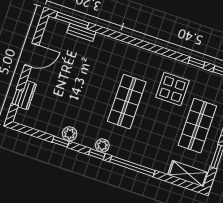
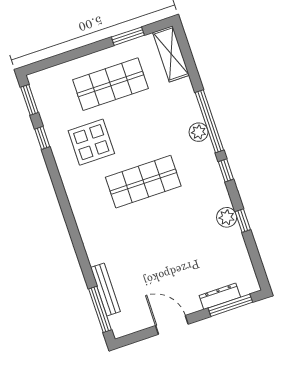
bench: (81, 32) -> (105, 290), width x1.36
window: (17, 97) -> (230, 305), width x2.17
plant: (102, 145) -> (199, 132), moved

